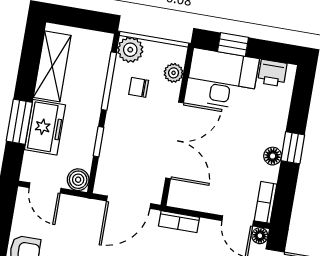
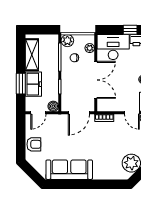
window: (233, 44) -> (130, 30), moved
door: (45, 188) -> (38, 113), hinge flipped

